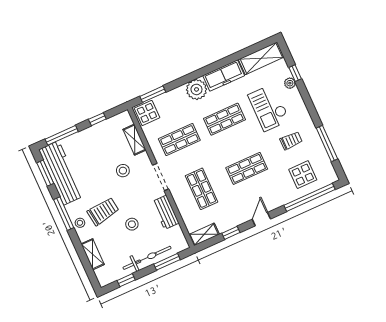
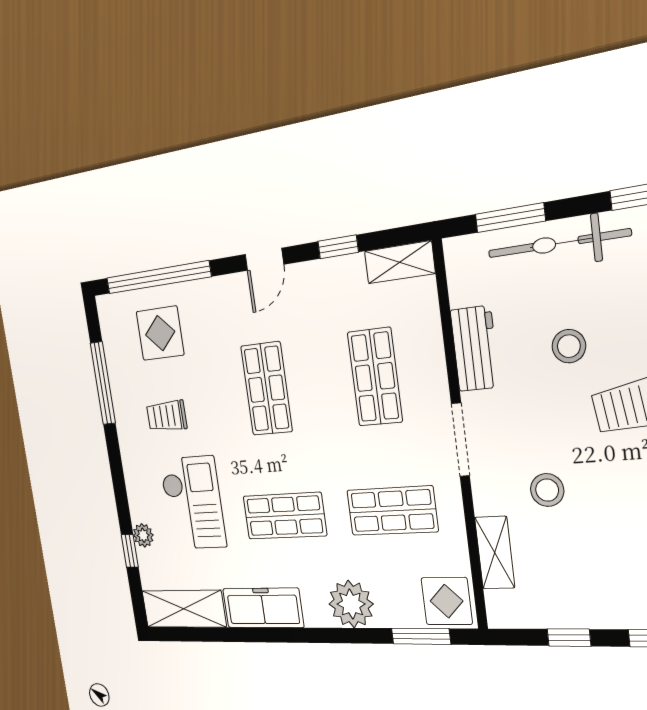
plant: (196, 89) -> (351, 604), moved
shop shelf: (247, 168) -> (267, 389), turned 90

